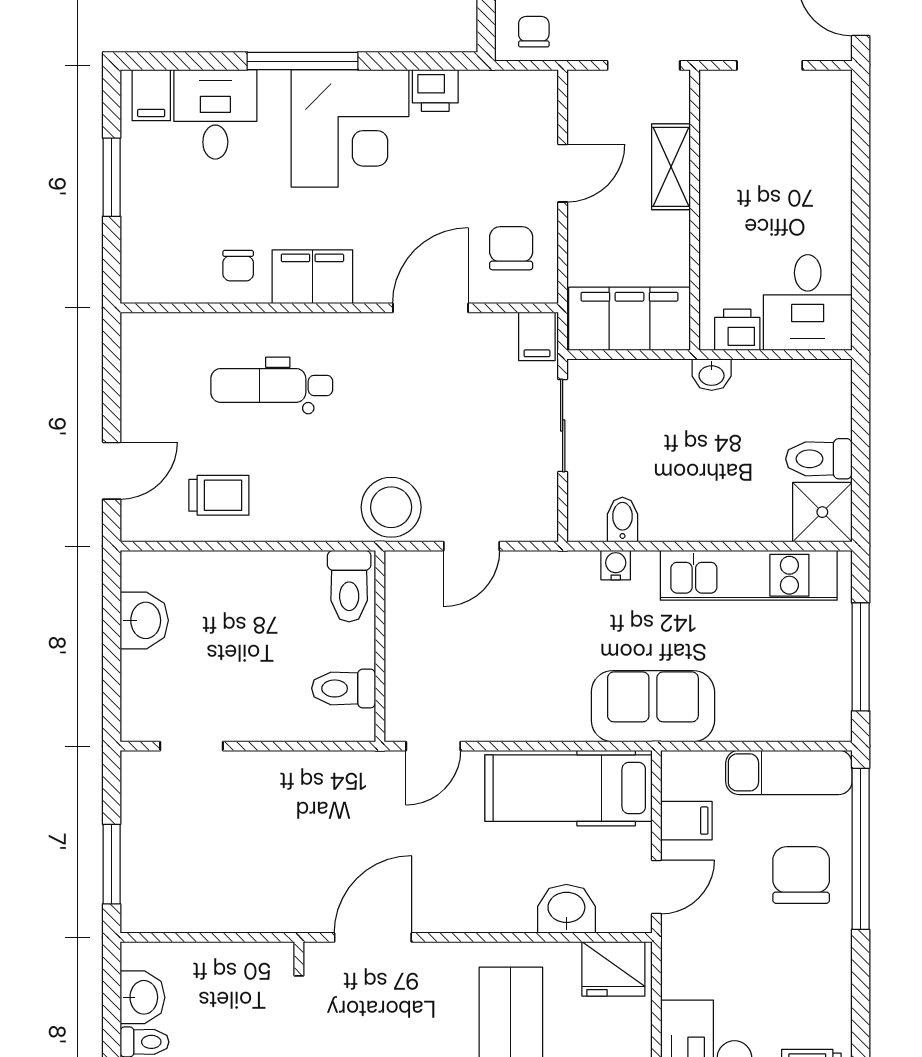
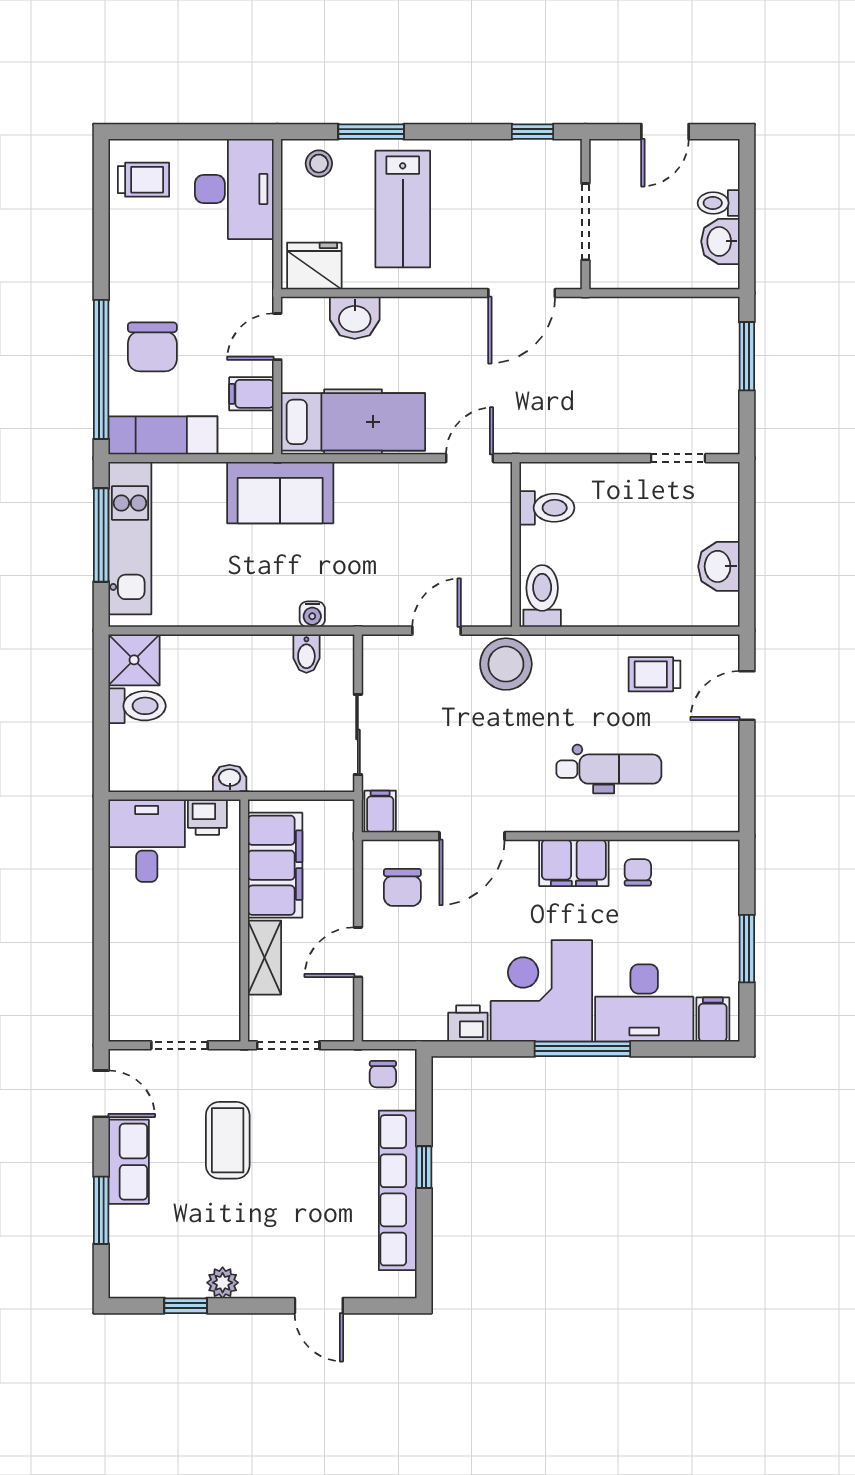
desk: (215, 114) -> (644, 1003), width x1.37
filing cabinet: (629, 319) -> (275, 865), moved, turned -90
kitchen unit: (749, 575) -> (130, 538), moved, turned 90

